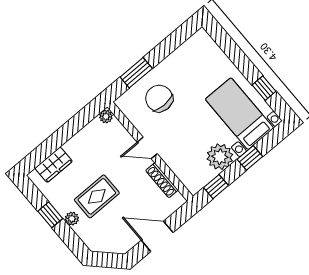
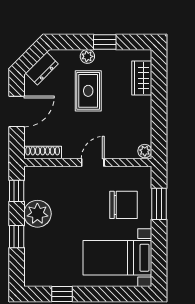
bed with nightstands: (239, 114) -> (117, 258), moved, turned 180
shoe rack: (162, 180) -> (43, 153), moved
dresser: (109, 245) -> (42, 68), added

